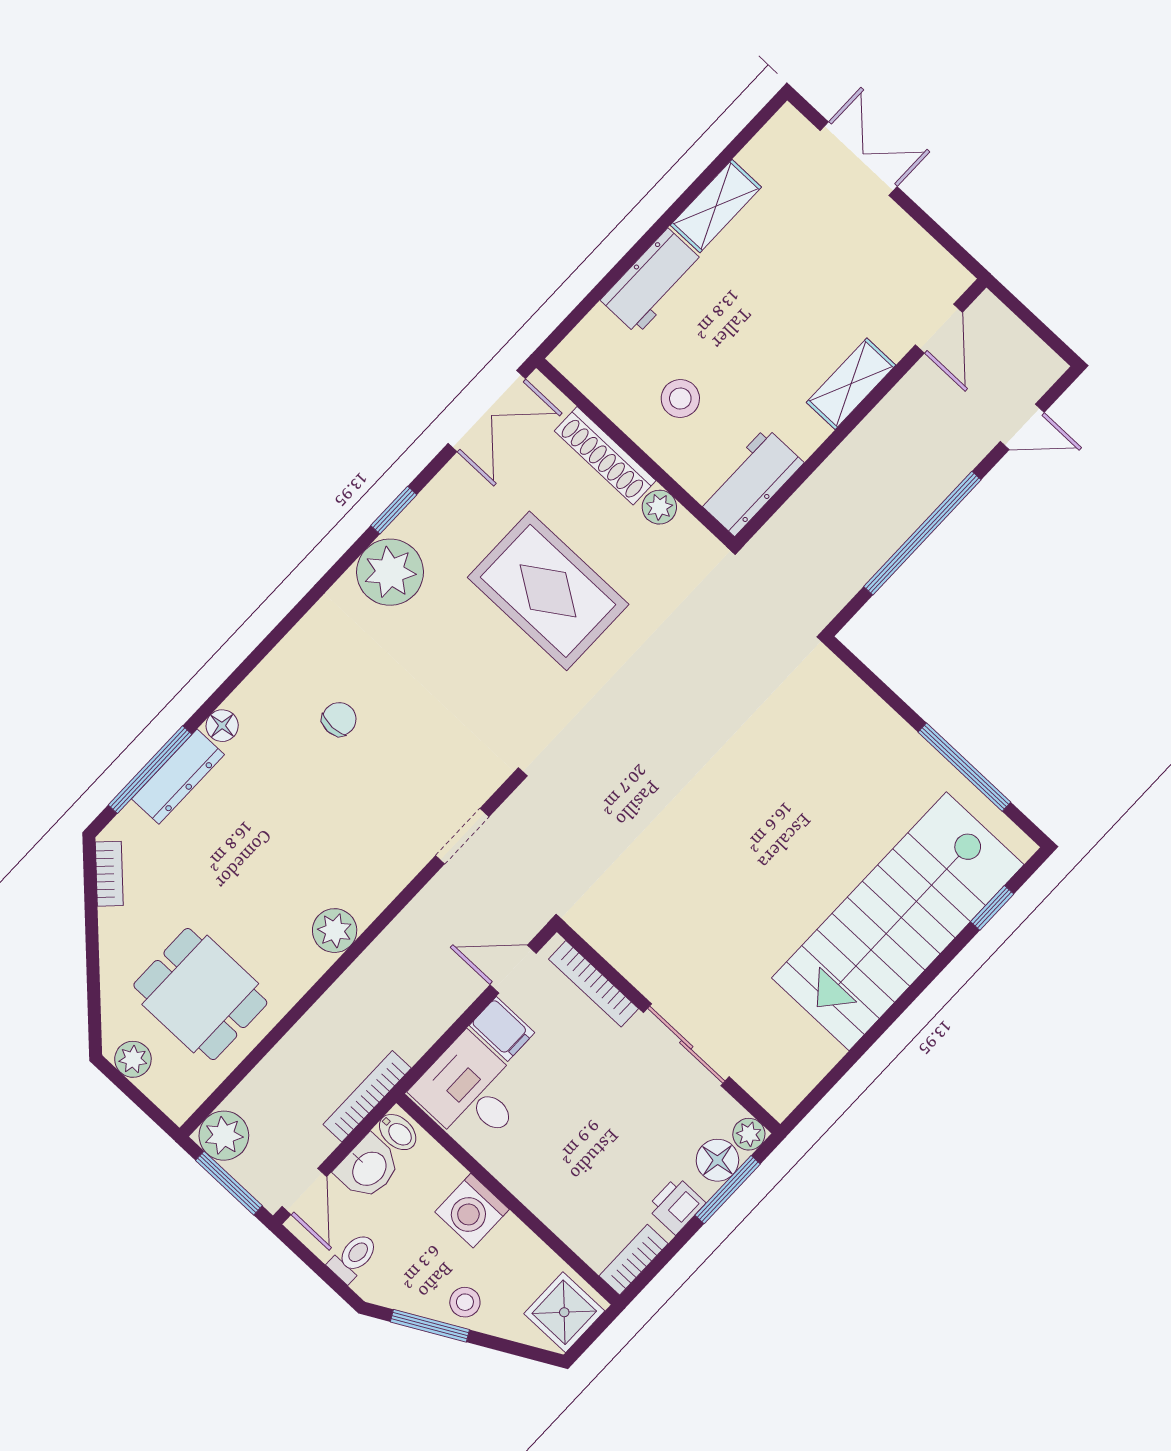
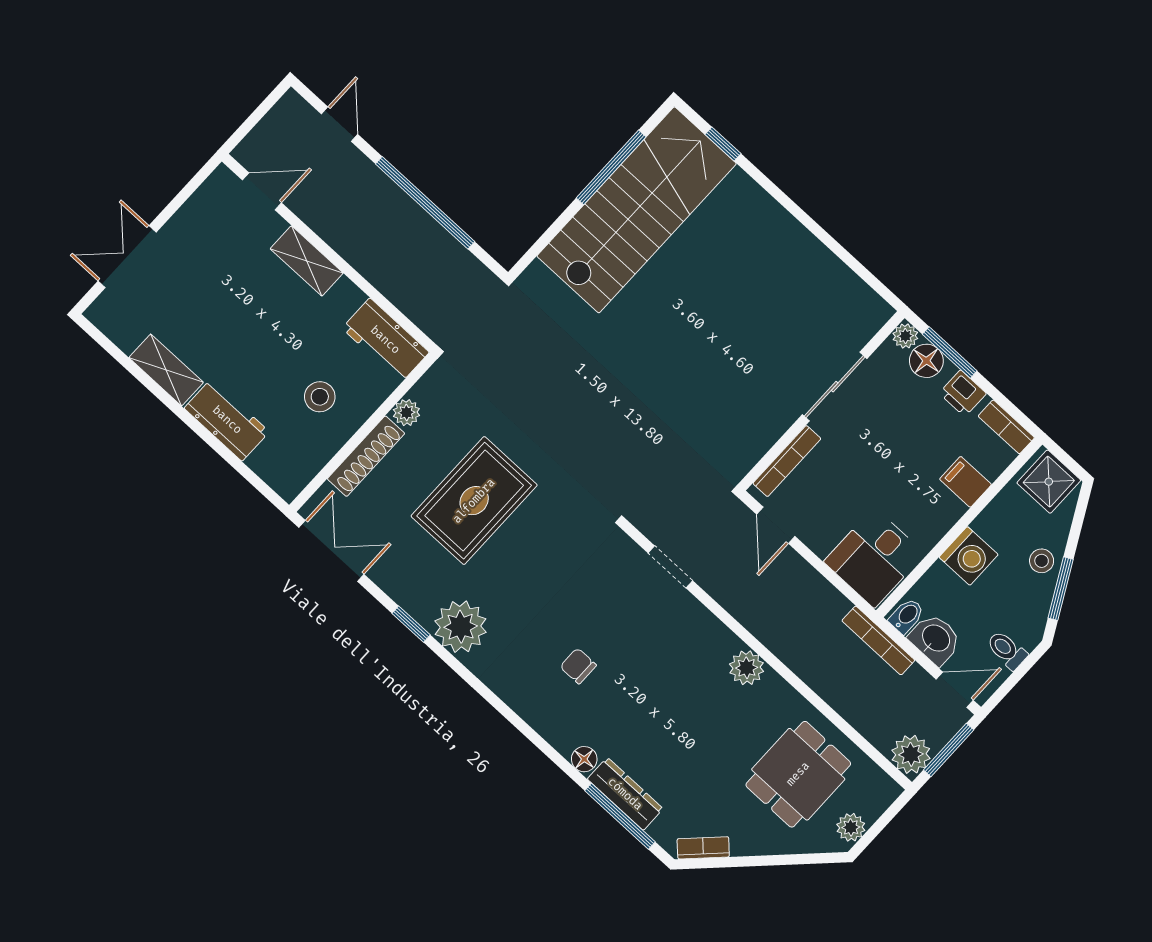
stairs: (898, 921) -> (637, 210), moved, turned -90
filing cabinet: (502, 1029) -> (965, 482), moved, turned -90

